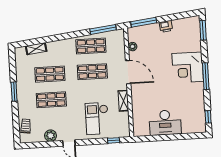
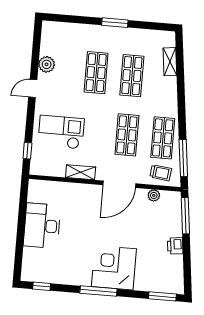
trolley: (26, 126) -> (161, 173), moved

